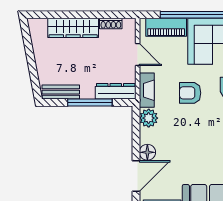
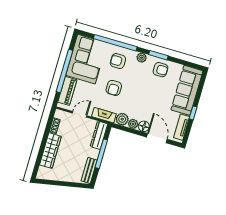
plant: (146, 136) -> (133, 124), added

